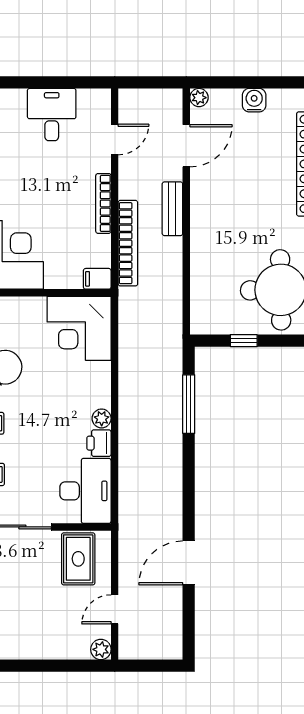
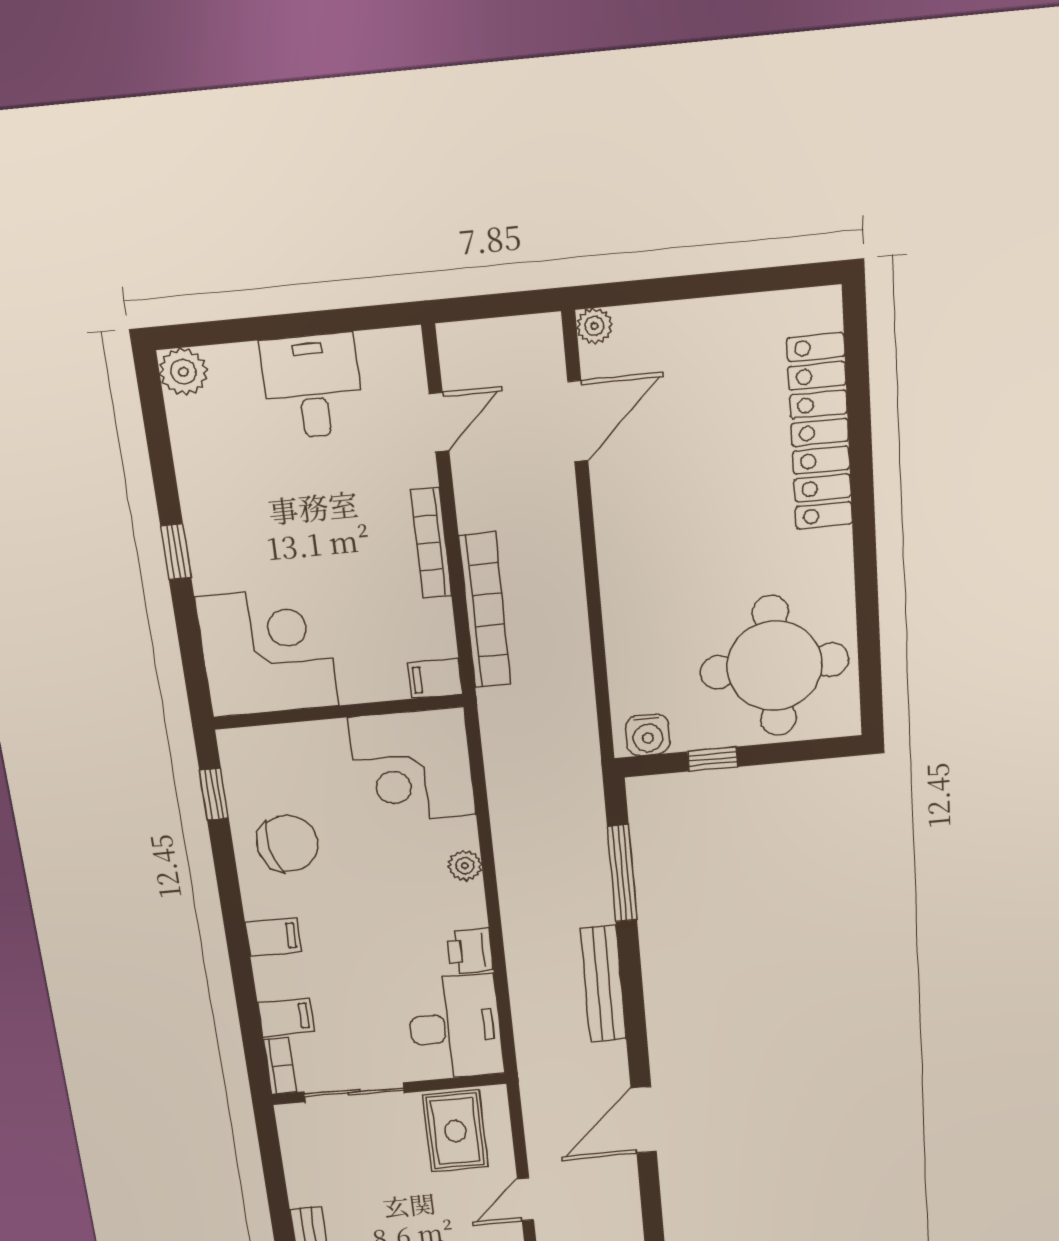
water cooler: (254, 100) -> (648, 735), moved, turned 180
bench: (172, 209) -> (603, 984), moved, width x1.36
plant: (102, 418) -> (465, 866), moved

